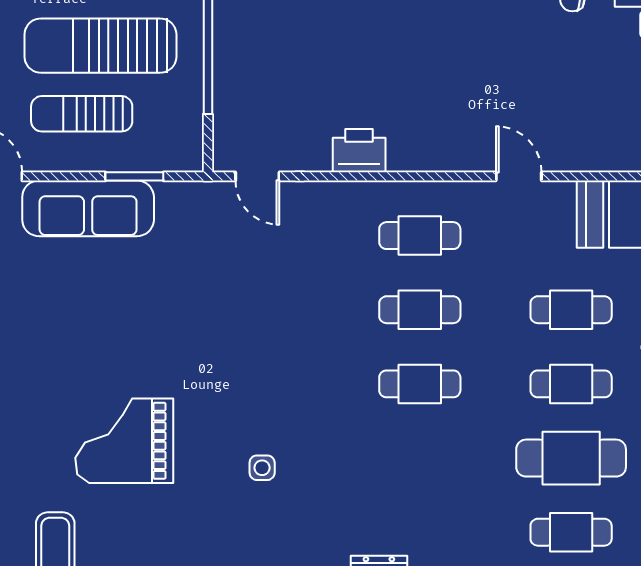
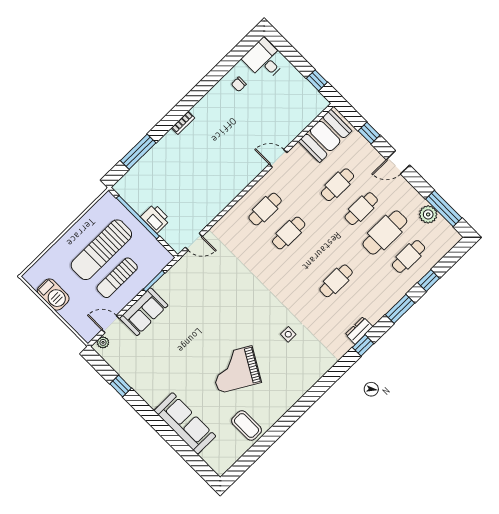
printer: (359, 151) -> (155, 218), moved, turned 90
sofa: (88, 208) -> (144, 312), width x0.73
cafe table: (420, 384) -> (336, 281), moved
grand piano: (124, 441) -> (235, 370), turned 30

